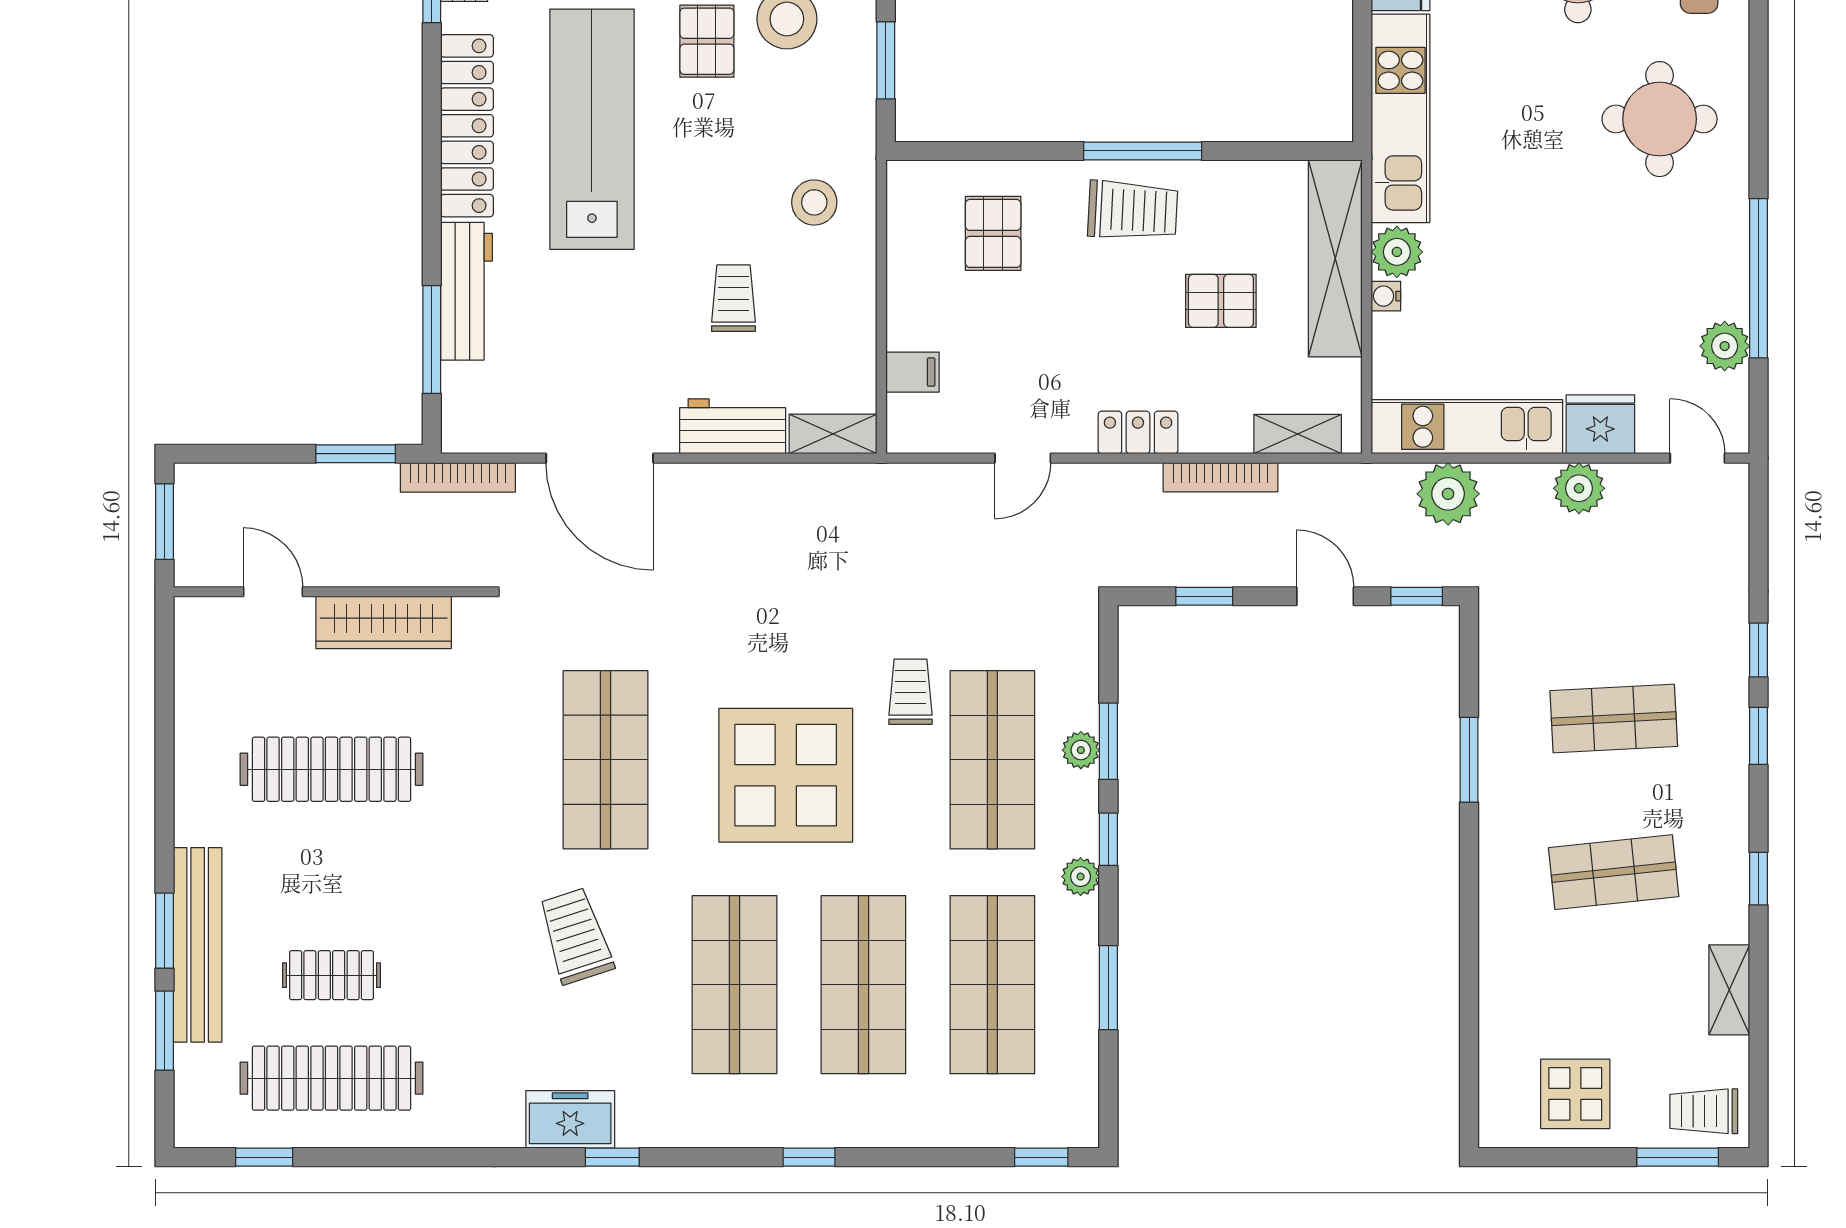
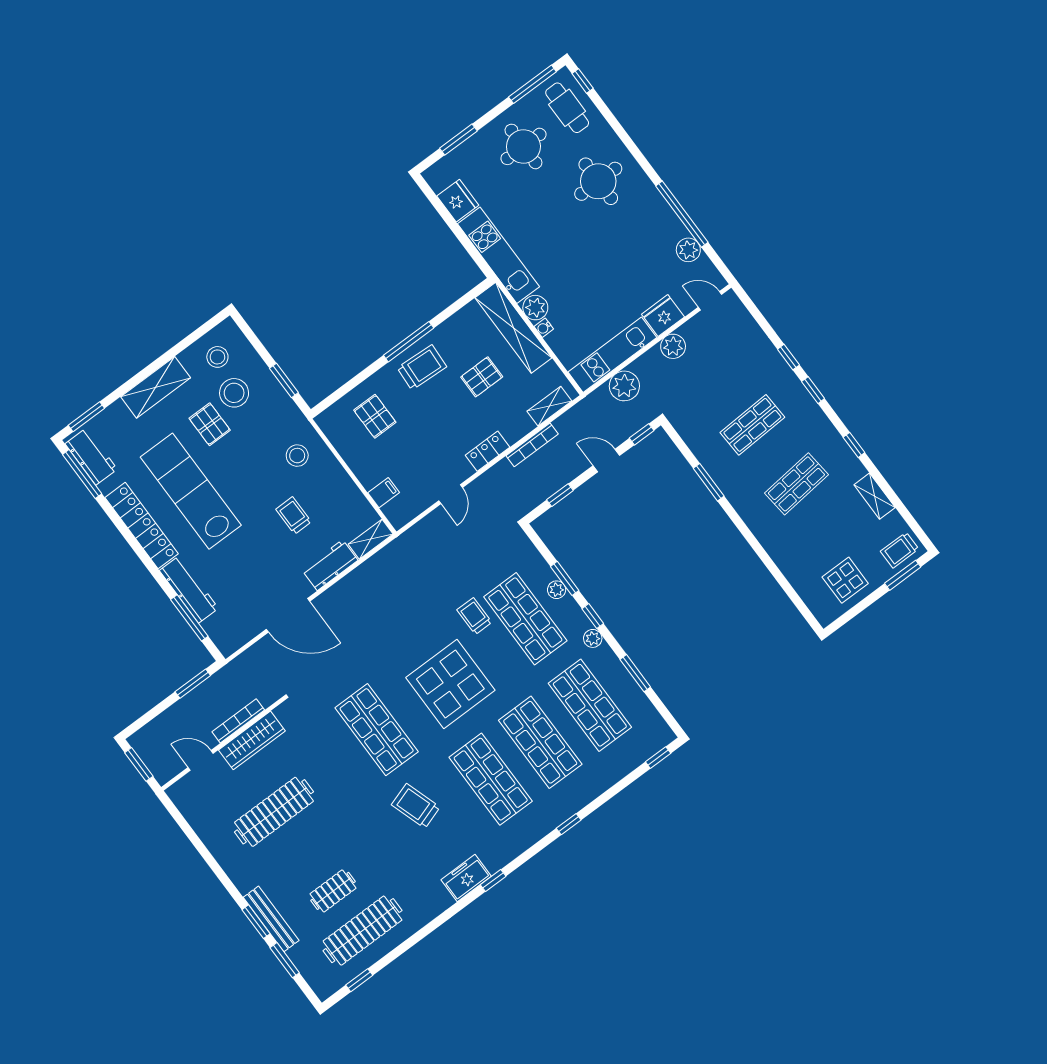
bookcase: (458, 477) -> (238, 721), moved, turned 180
bench: (198, 945) -> (271, 919), width x0.73, depth x0.82

